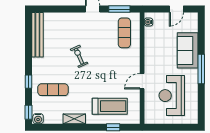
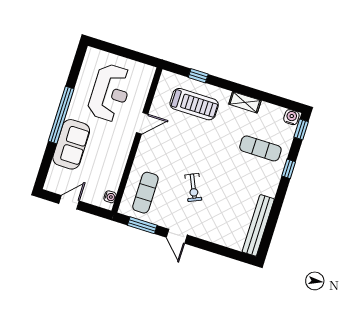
exercise bike: (79, 56) -> (193, 187), moved
window: (201, 69) -> (61, 115), width x1.46
treadmill: (110, 106) -> (194, 104), turned 180

